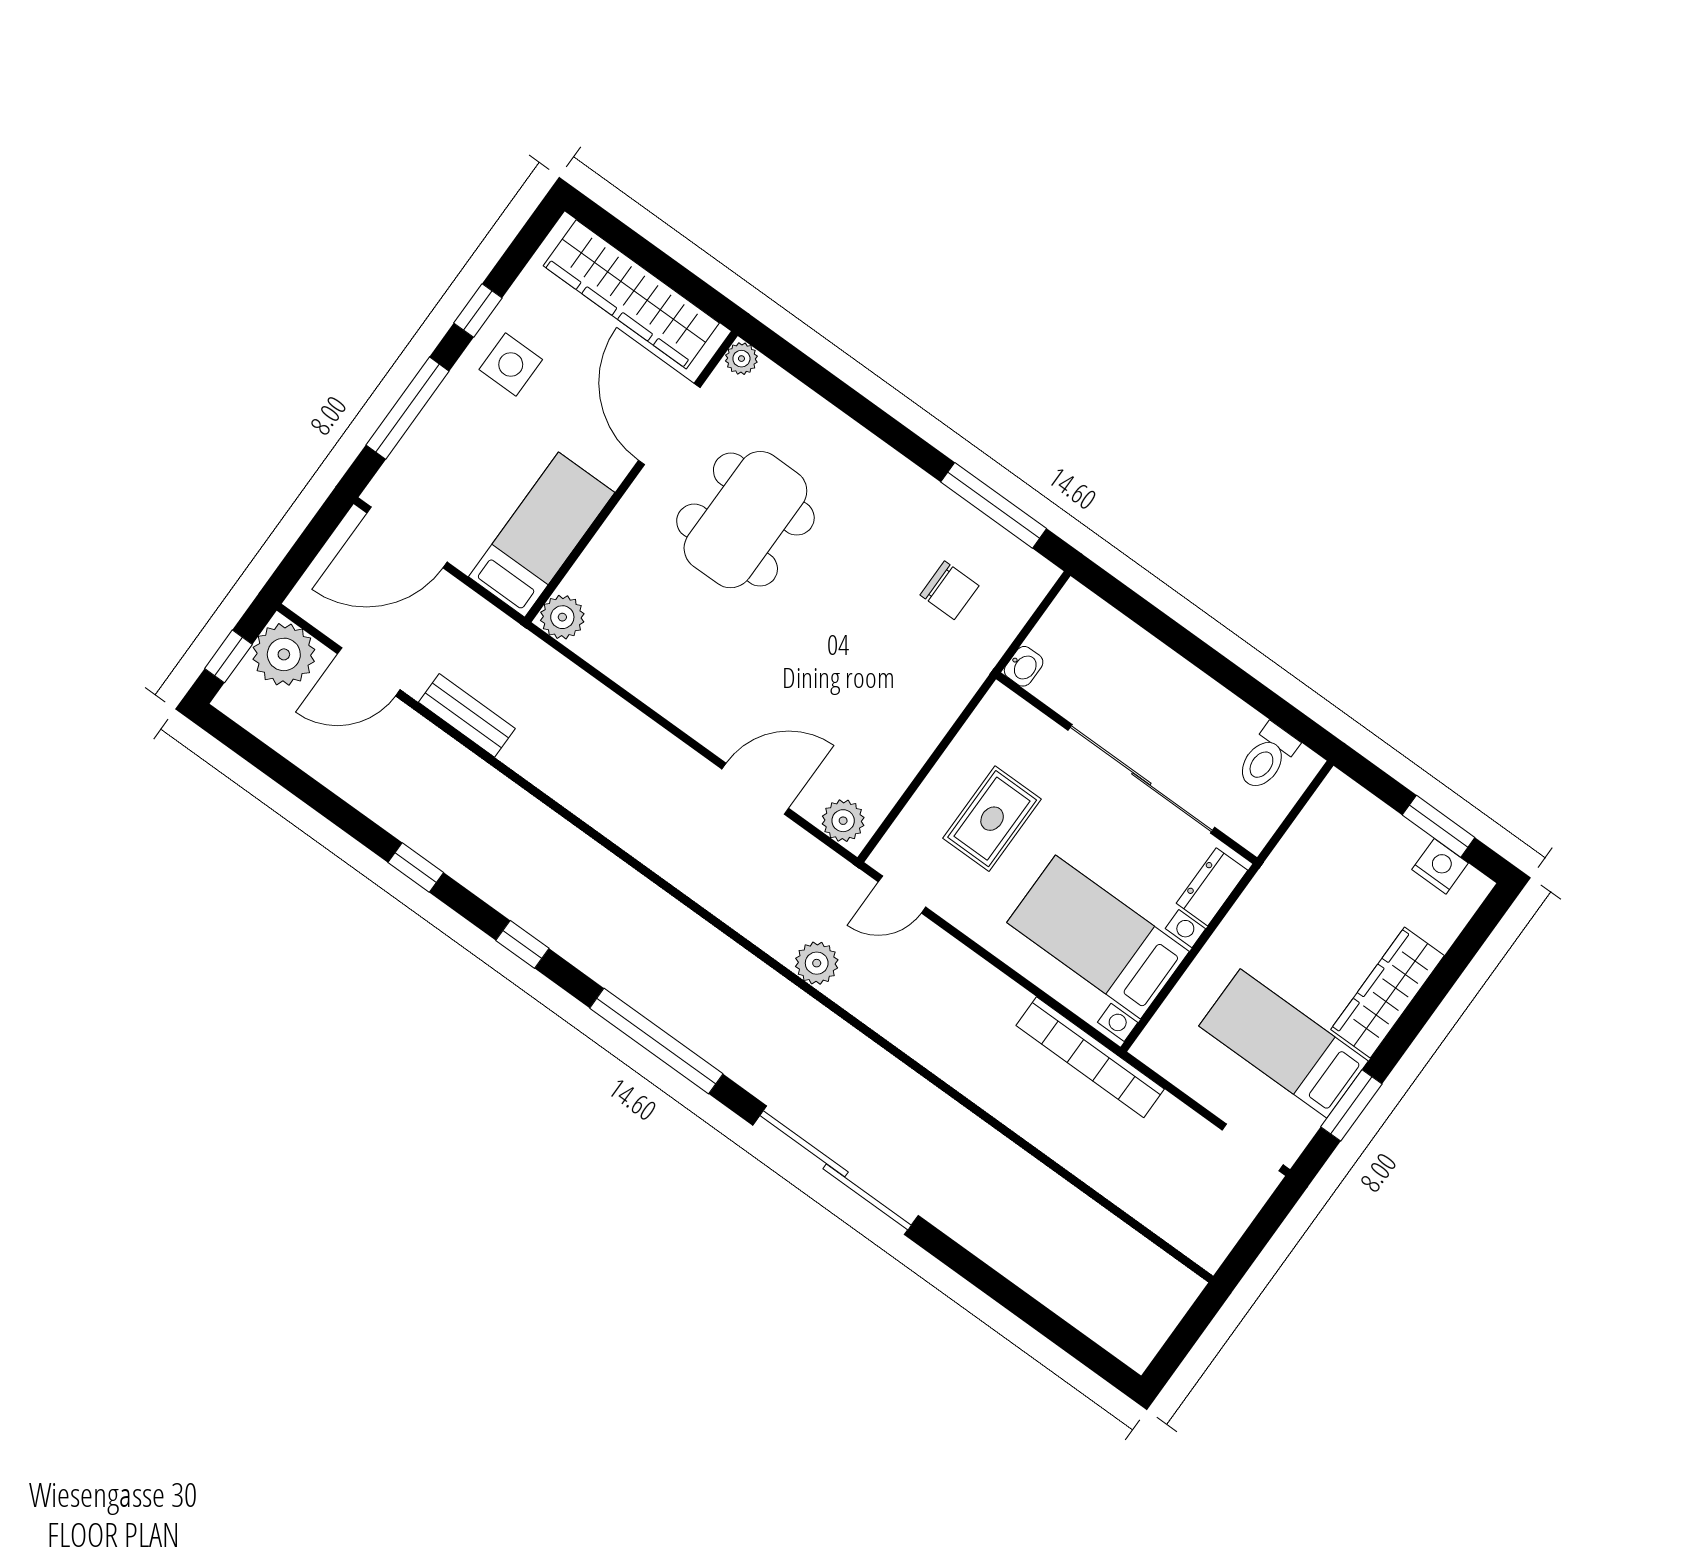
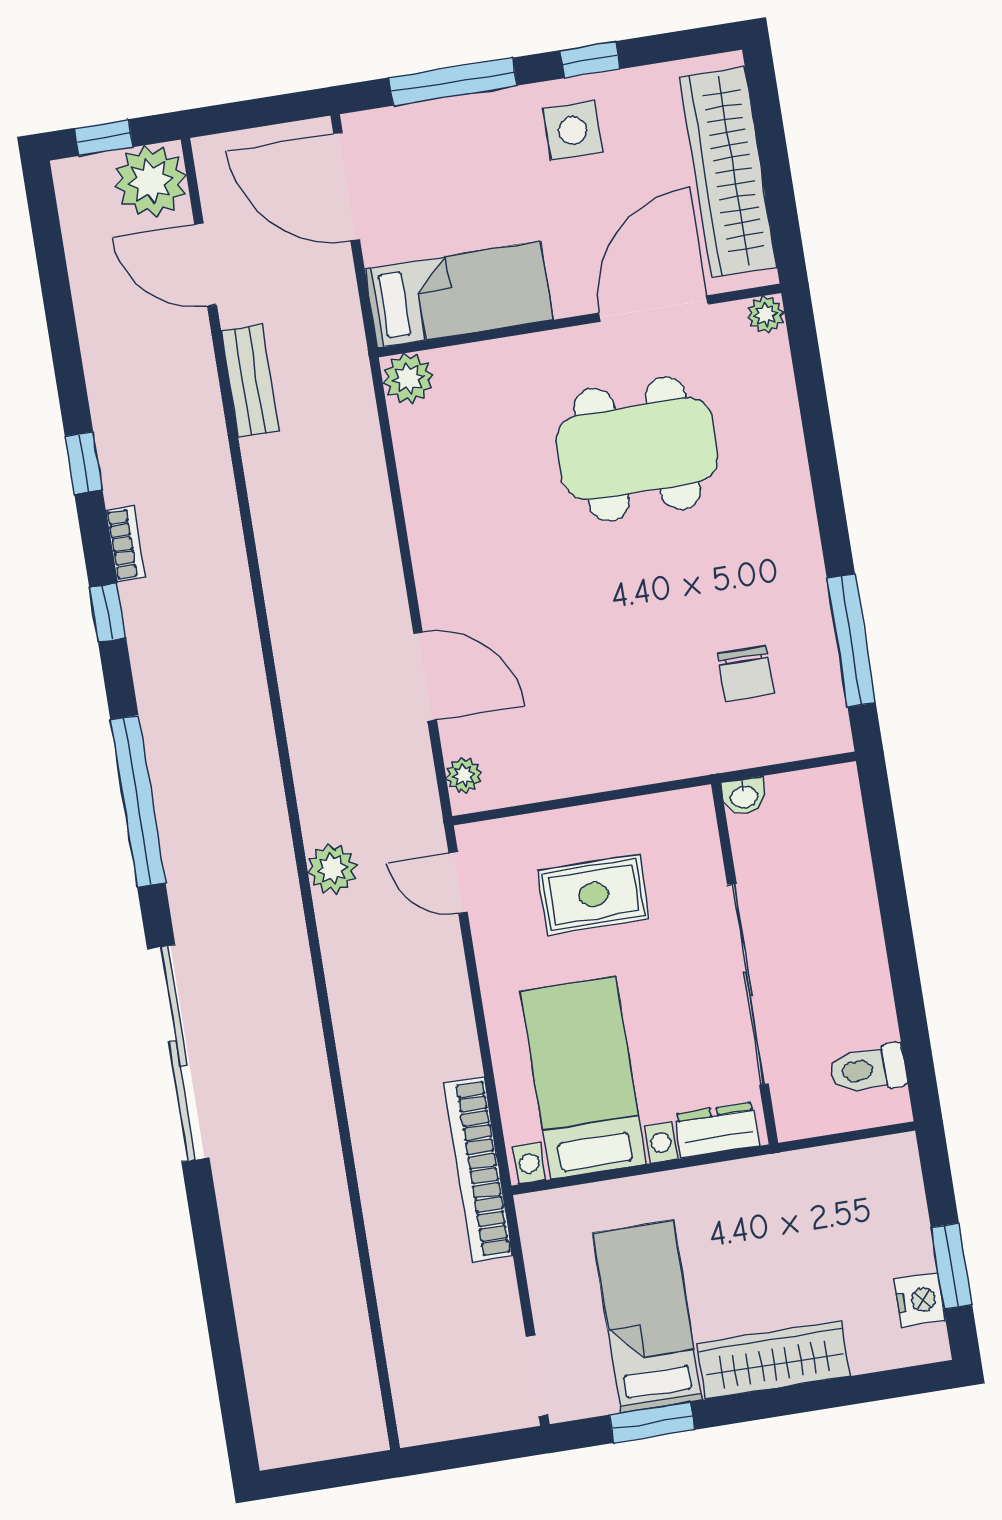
plant: (843, 821) -> (464, 775), width x0.73, depth x0.73
bookcase: (491, 891) -> (126, 544), added

